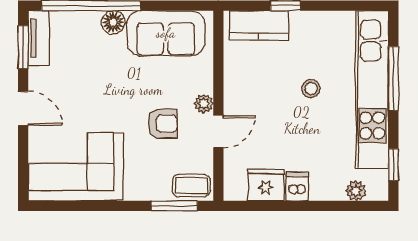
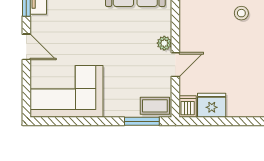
stool: (311, 89) -> (241, 13), moved
armchair: (163, 124) -> (133, 59), removed
dishwasher: (297, 186) -> (188, 107), moved

